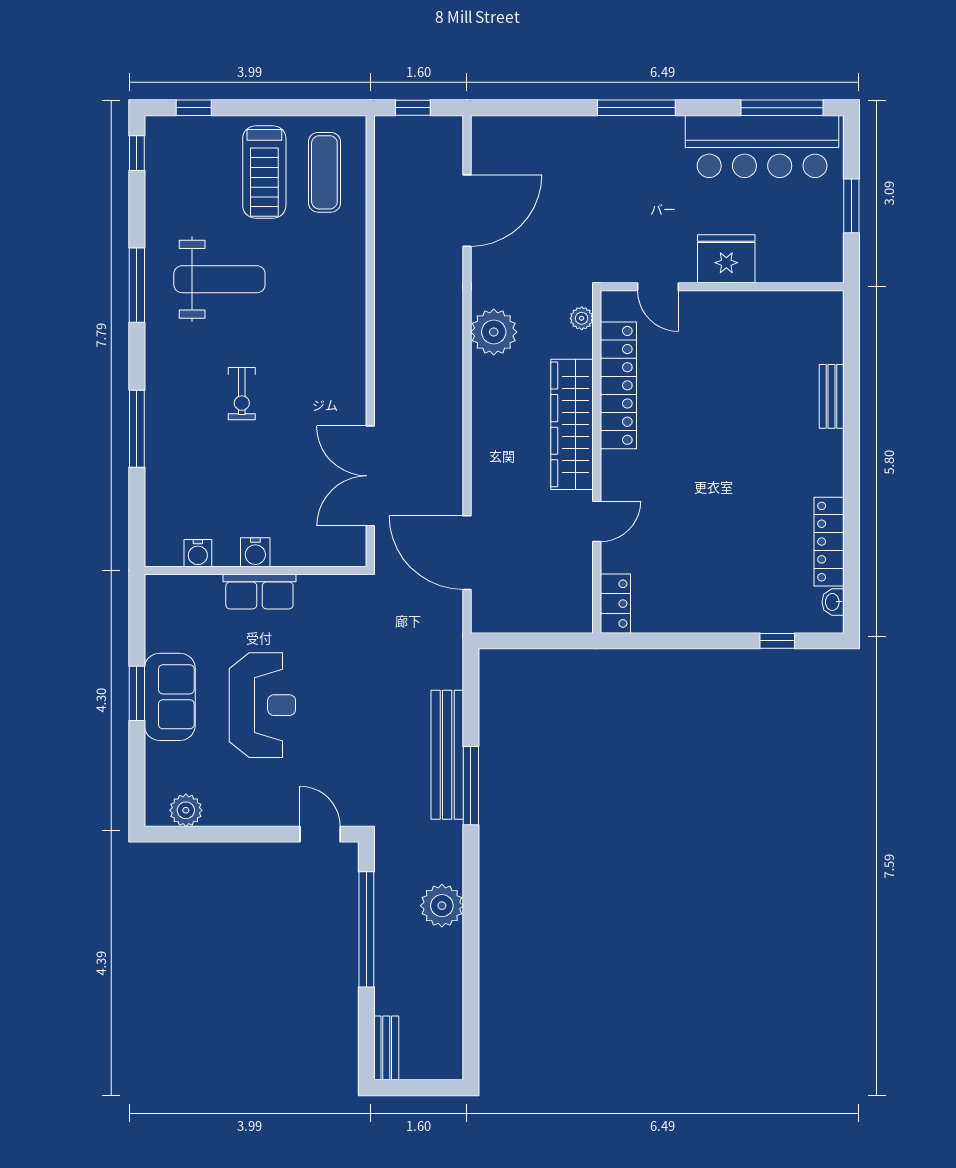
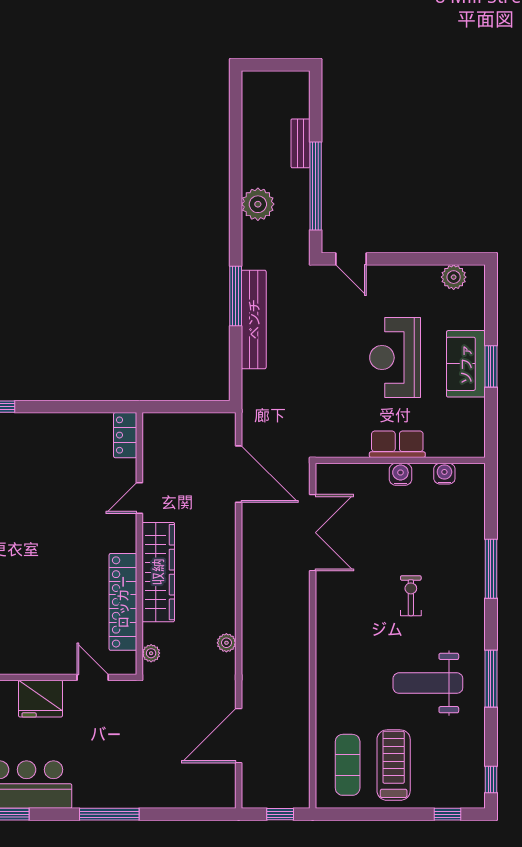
plant: (494, 332) -> (226, 643), width x0.53, depth x0.53
bench: (386, 1048) -> (300, 143), moved

